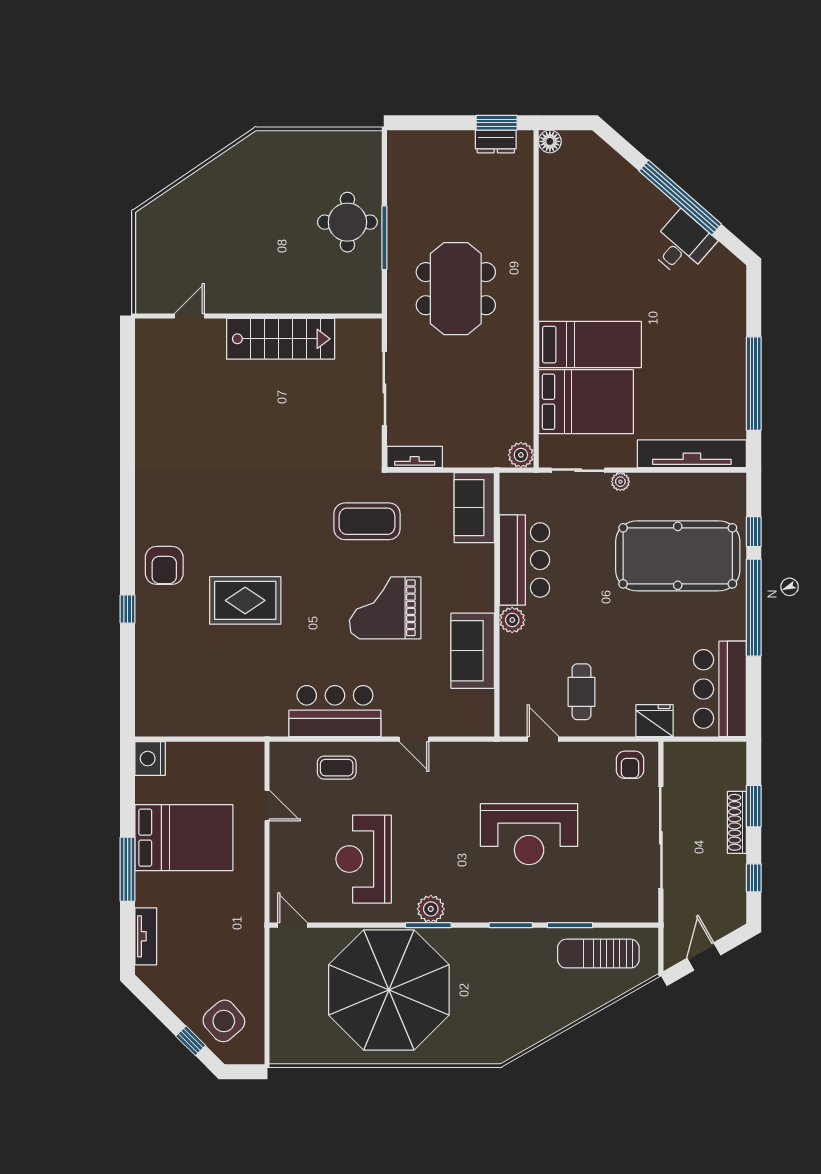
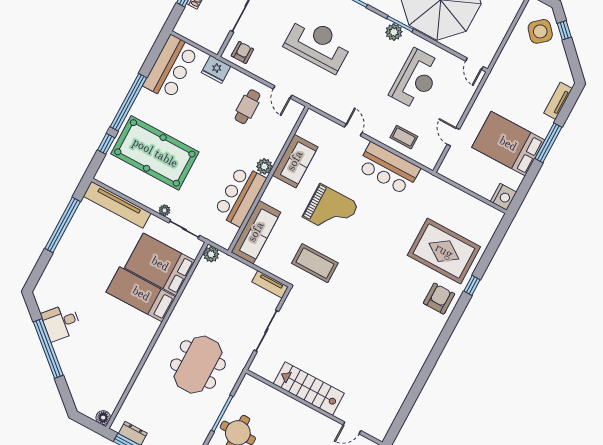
sofa: (474, 508) -> (256, 232), width x1.36
rug: (245, 600) -> (444, 251), moved, width x1.37, depth x1.44

